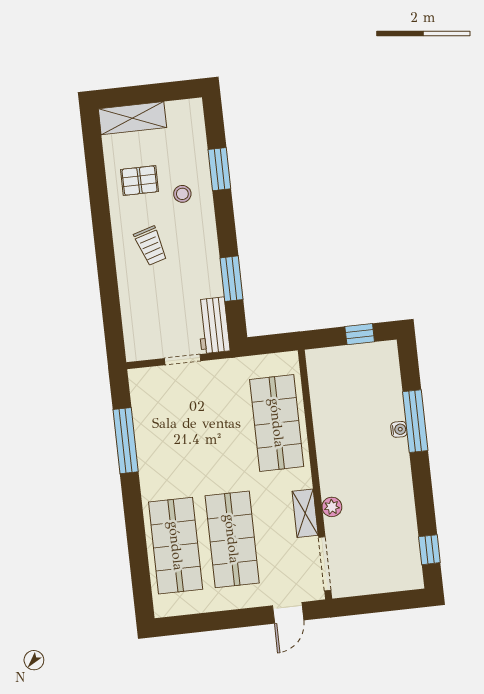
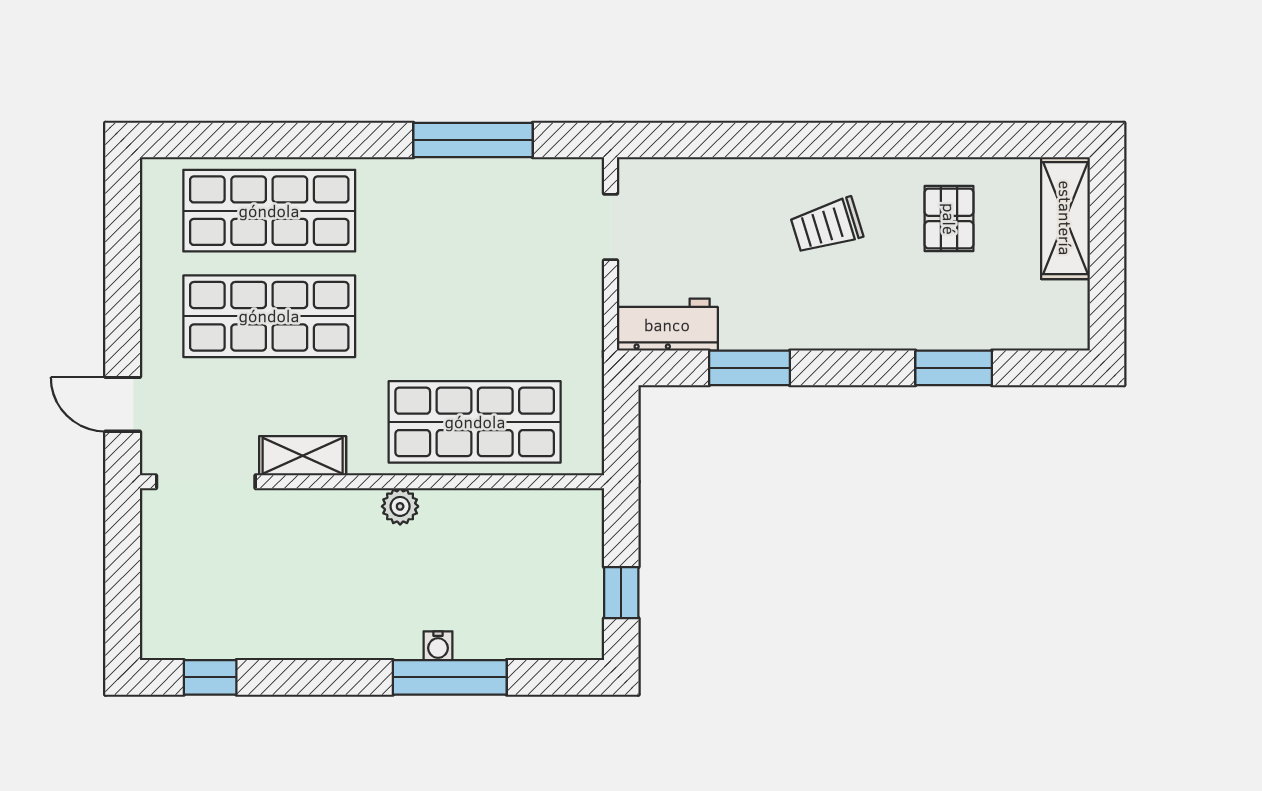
stool: (182, 194) -> (916, 295), removed
doorway: (183, 360) -> (610, 227), moved
plant: (332, 507) -> (400, 506), moved

